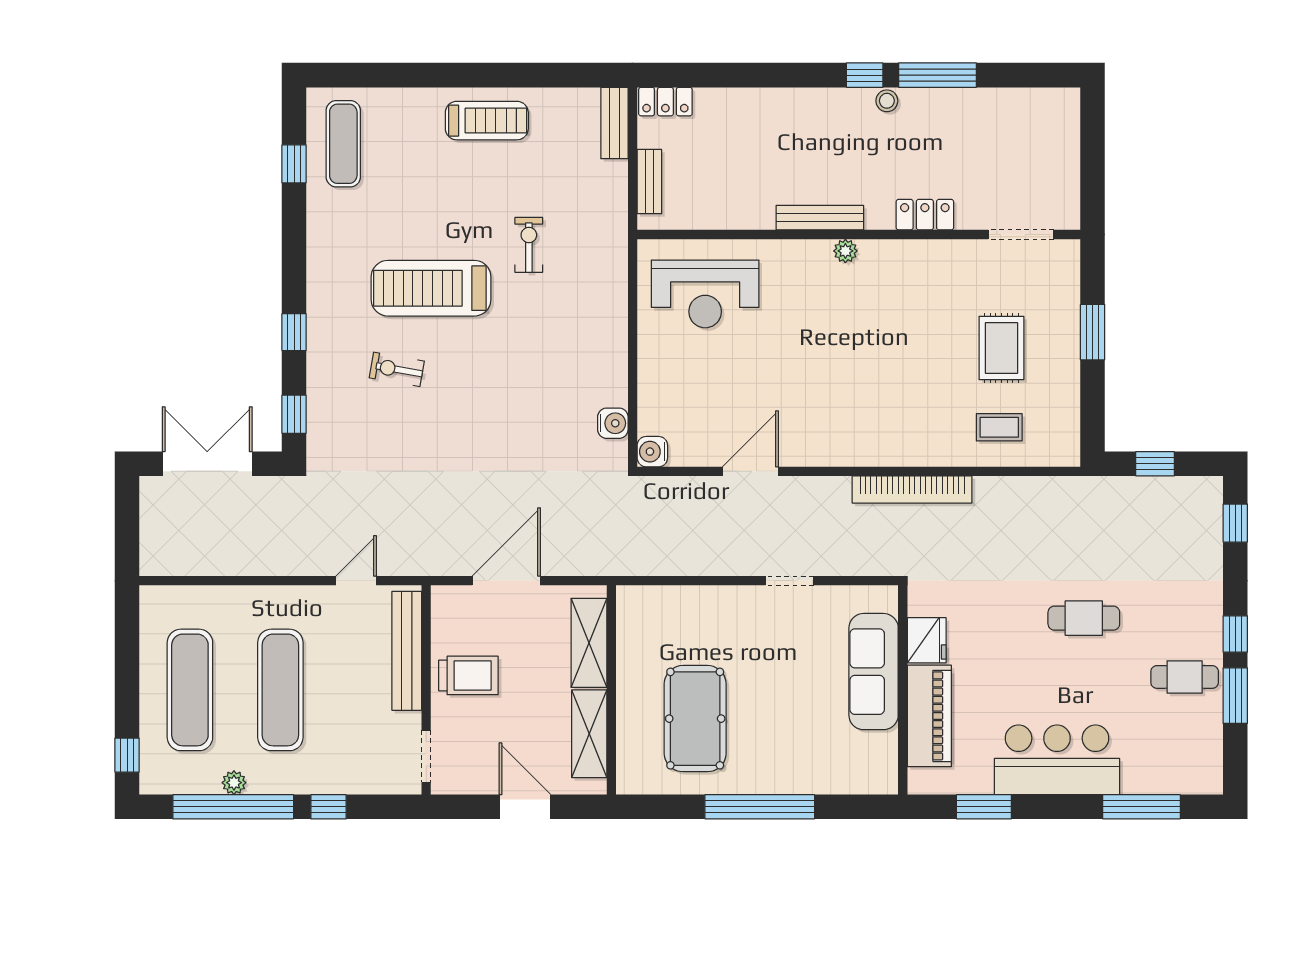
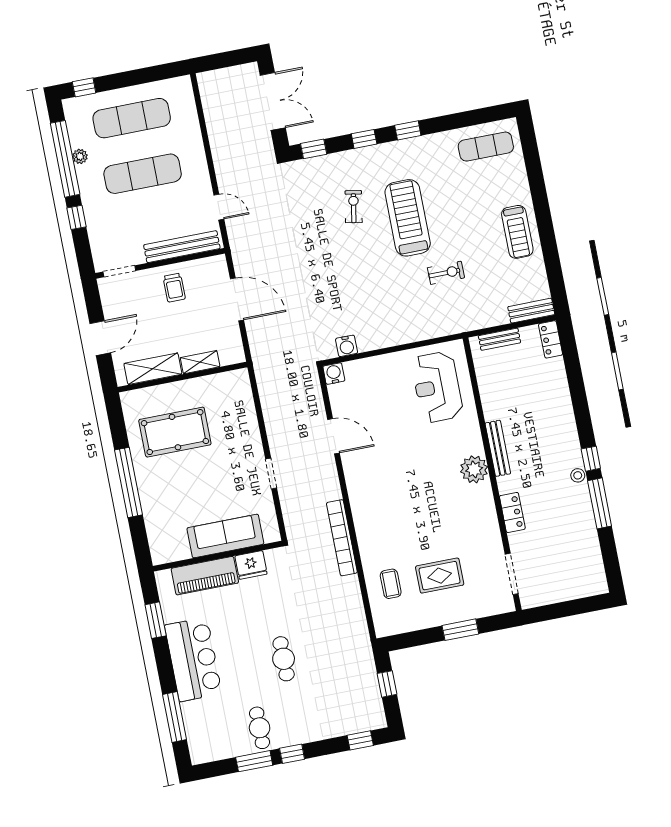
window: (294, 164) -> (408, 130), moved
plant: (845, 251) -> (474, 469), width x1.88, depth x1.88
shelving: (589, 643) -> (200, 362), width x0.67, depth x0.75
trolley: (468, 675) -> (174, 288), width x0.73, depth x0.72

